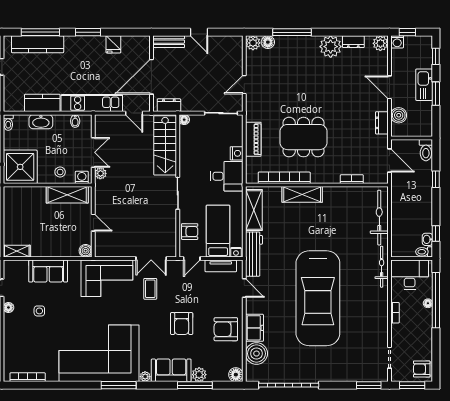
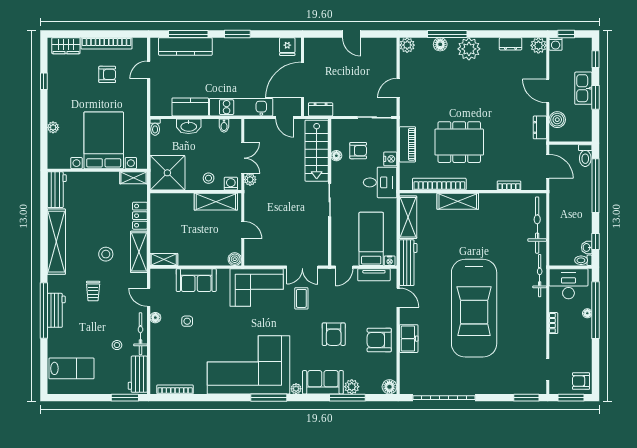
bench: (169, 42) -> (320, 44), removed
floor lamp: (268, 42) -> (440, 44), moved
fridge: (113, 44) -> (287, 47), moved
plant: (331, 47) -> (469, 49), moved
floor lamp: (184, 120) -> (336, 156), moved
window: (436, 179) -> (596, 186), width x3.17
armchair: (190, 232) -> (358, 151), moved
boiler: (256, 354) -> (411, 365), removed

